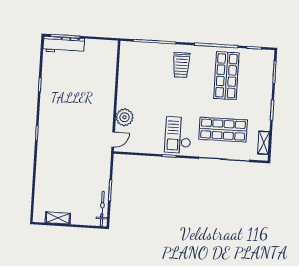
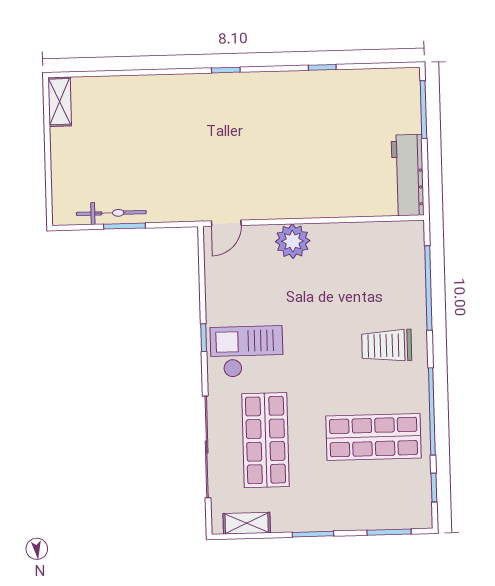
workbench: (64, 45) -> (408, 175), moved
plant: (124, 117) -> (293, 241), moved
door: (113, 140) -> (226, 223), hinge flipped
bicycle: (102, 209) -> (111, 213), moved
shelving: (58, 218) -> (60, 102), moved

